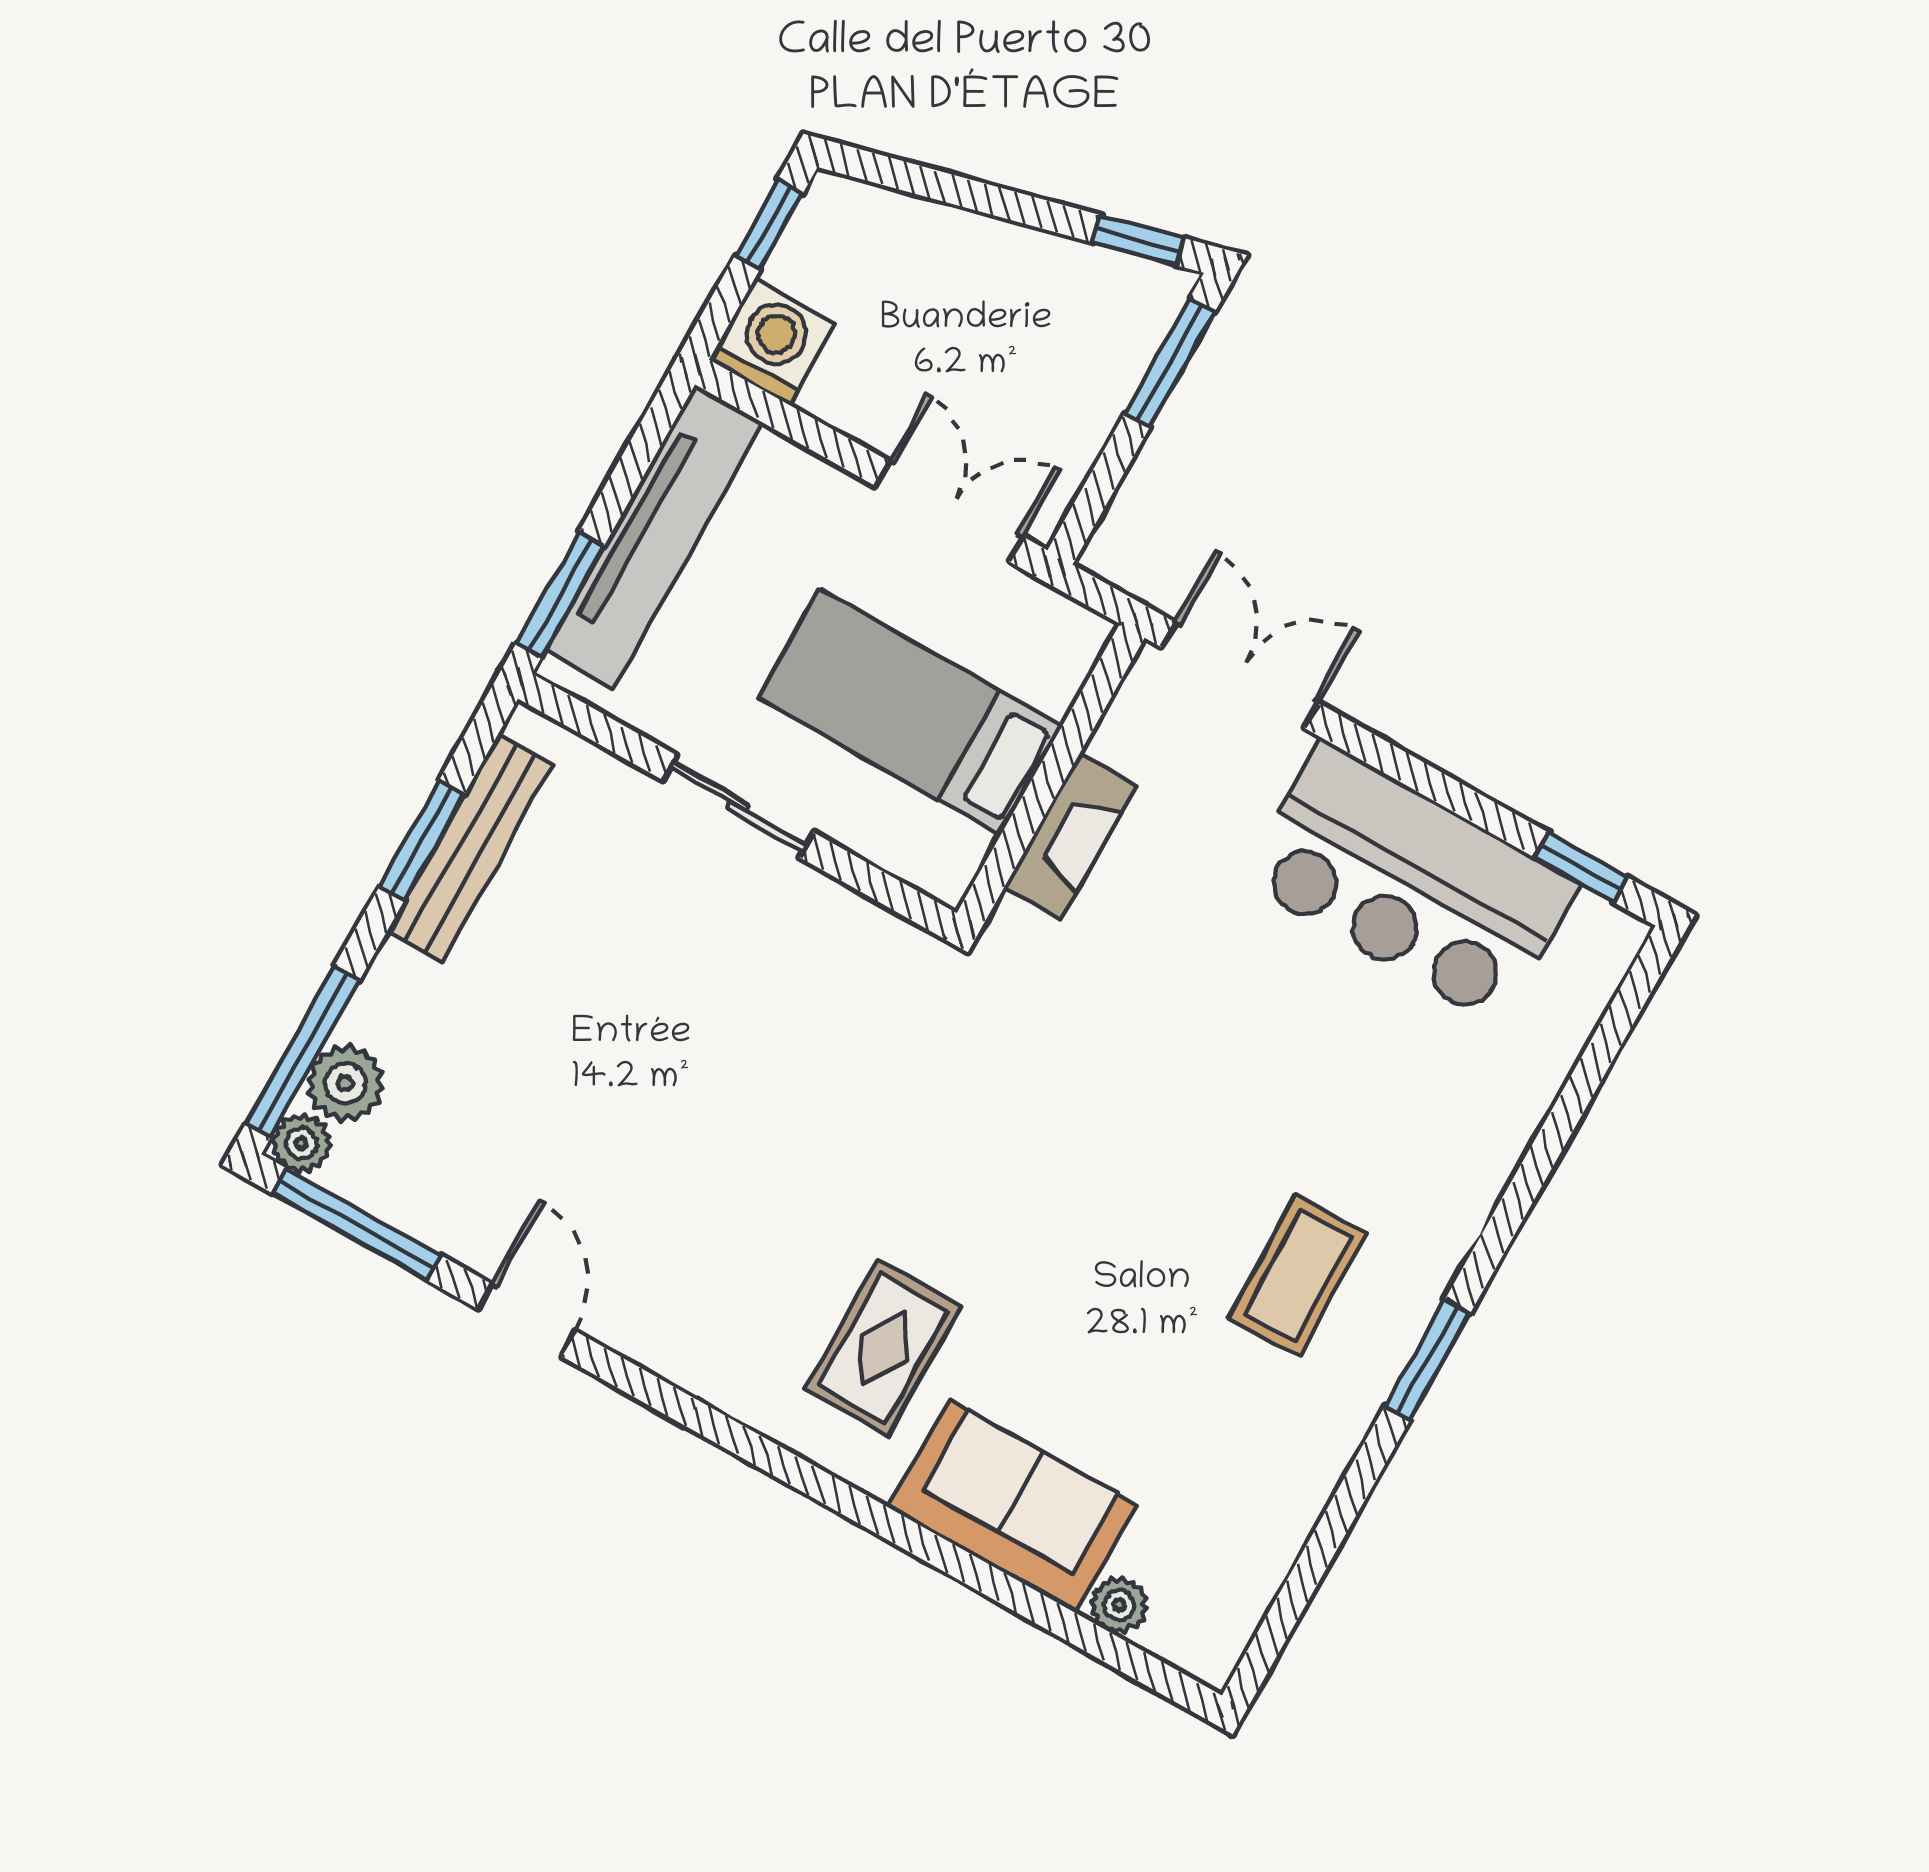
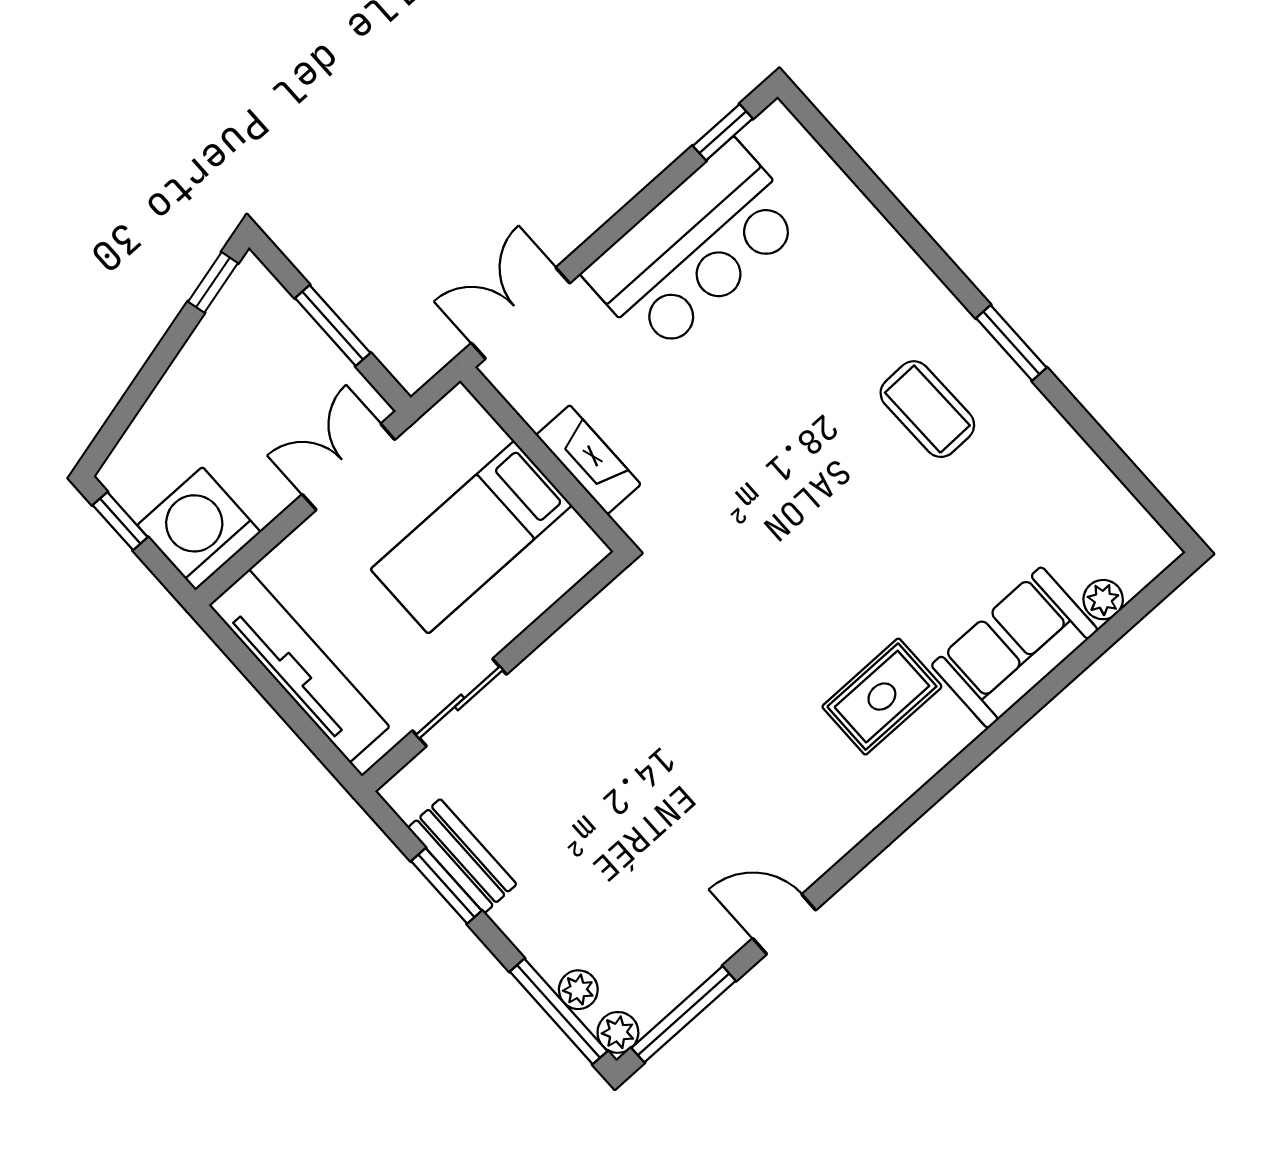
washing machine: (772, 342) -> (199, 529), width x1.37, depth x1.37
window: (1170, 363) -> (333, 325), moved
window: (560, 595) -> (316, 740), removed
sliding door: (738, 806) -> (460, 702), moved
bench: (470, 848) -> (462, 856), width x0.73
plant: (345, 1083) -> (578, 990), width x0.73, depth x0.73
rug: (883, 1348) -> (882, 697), turned 90

